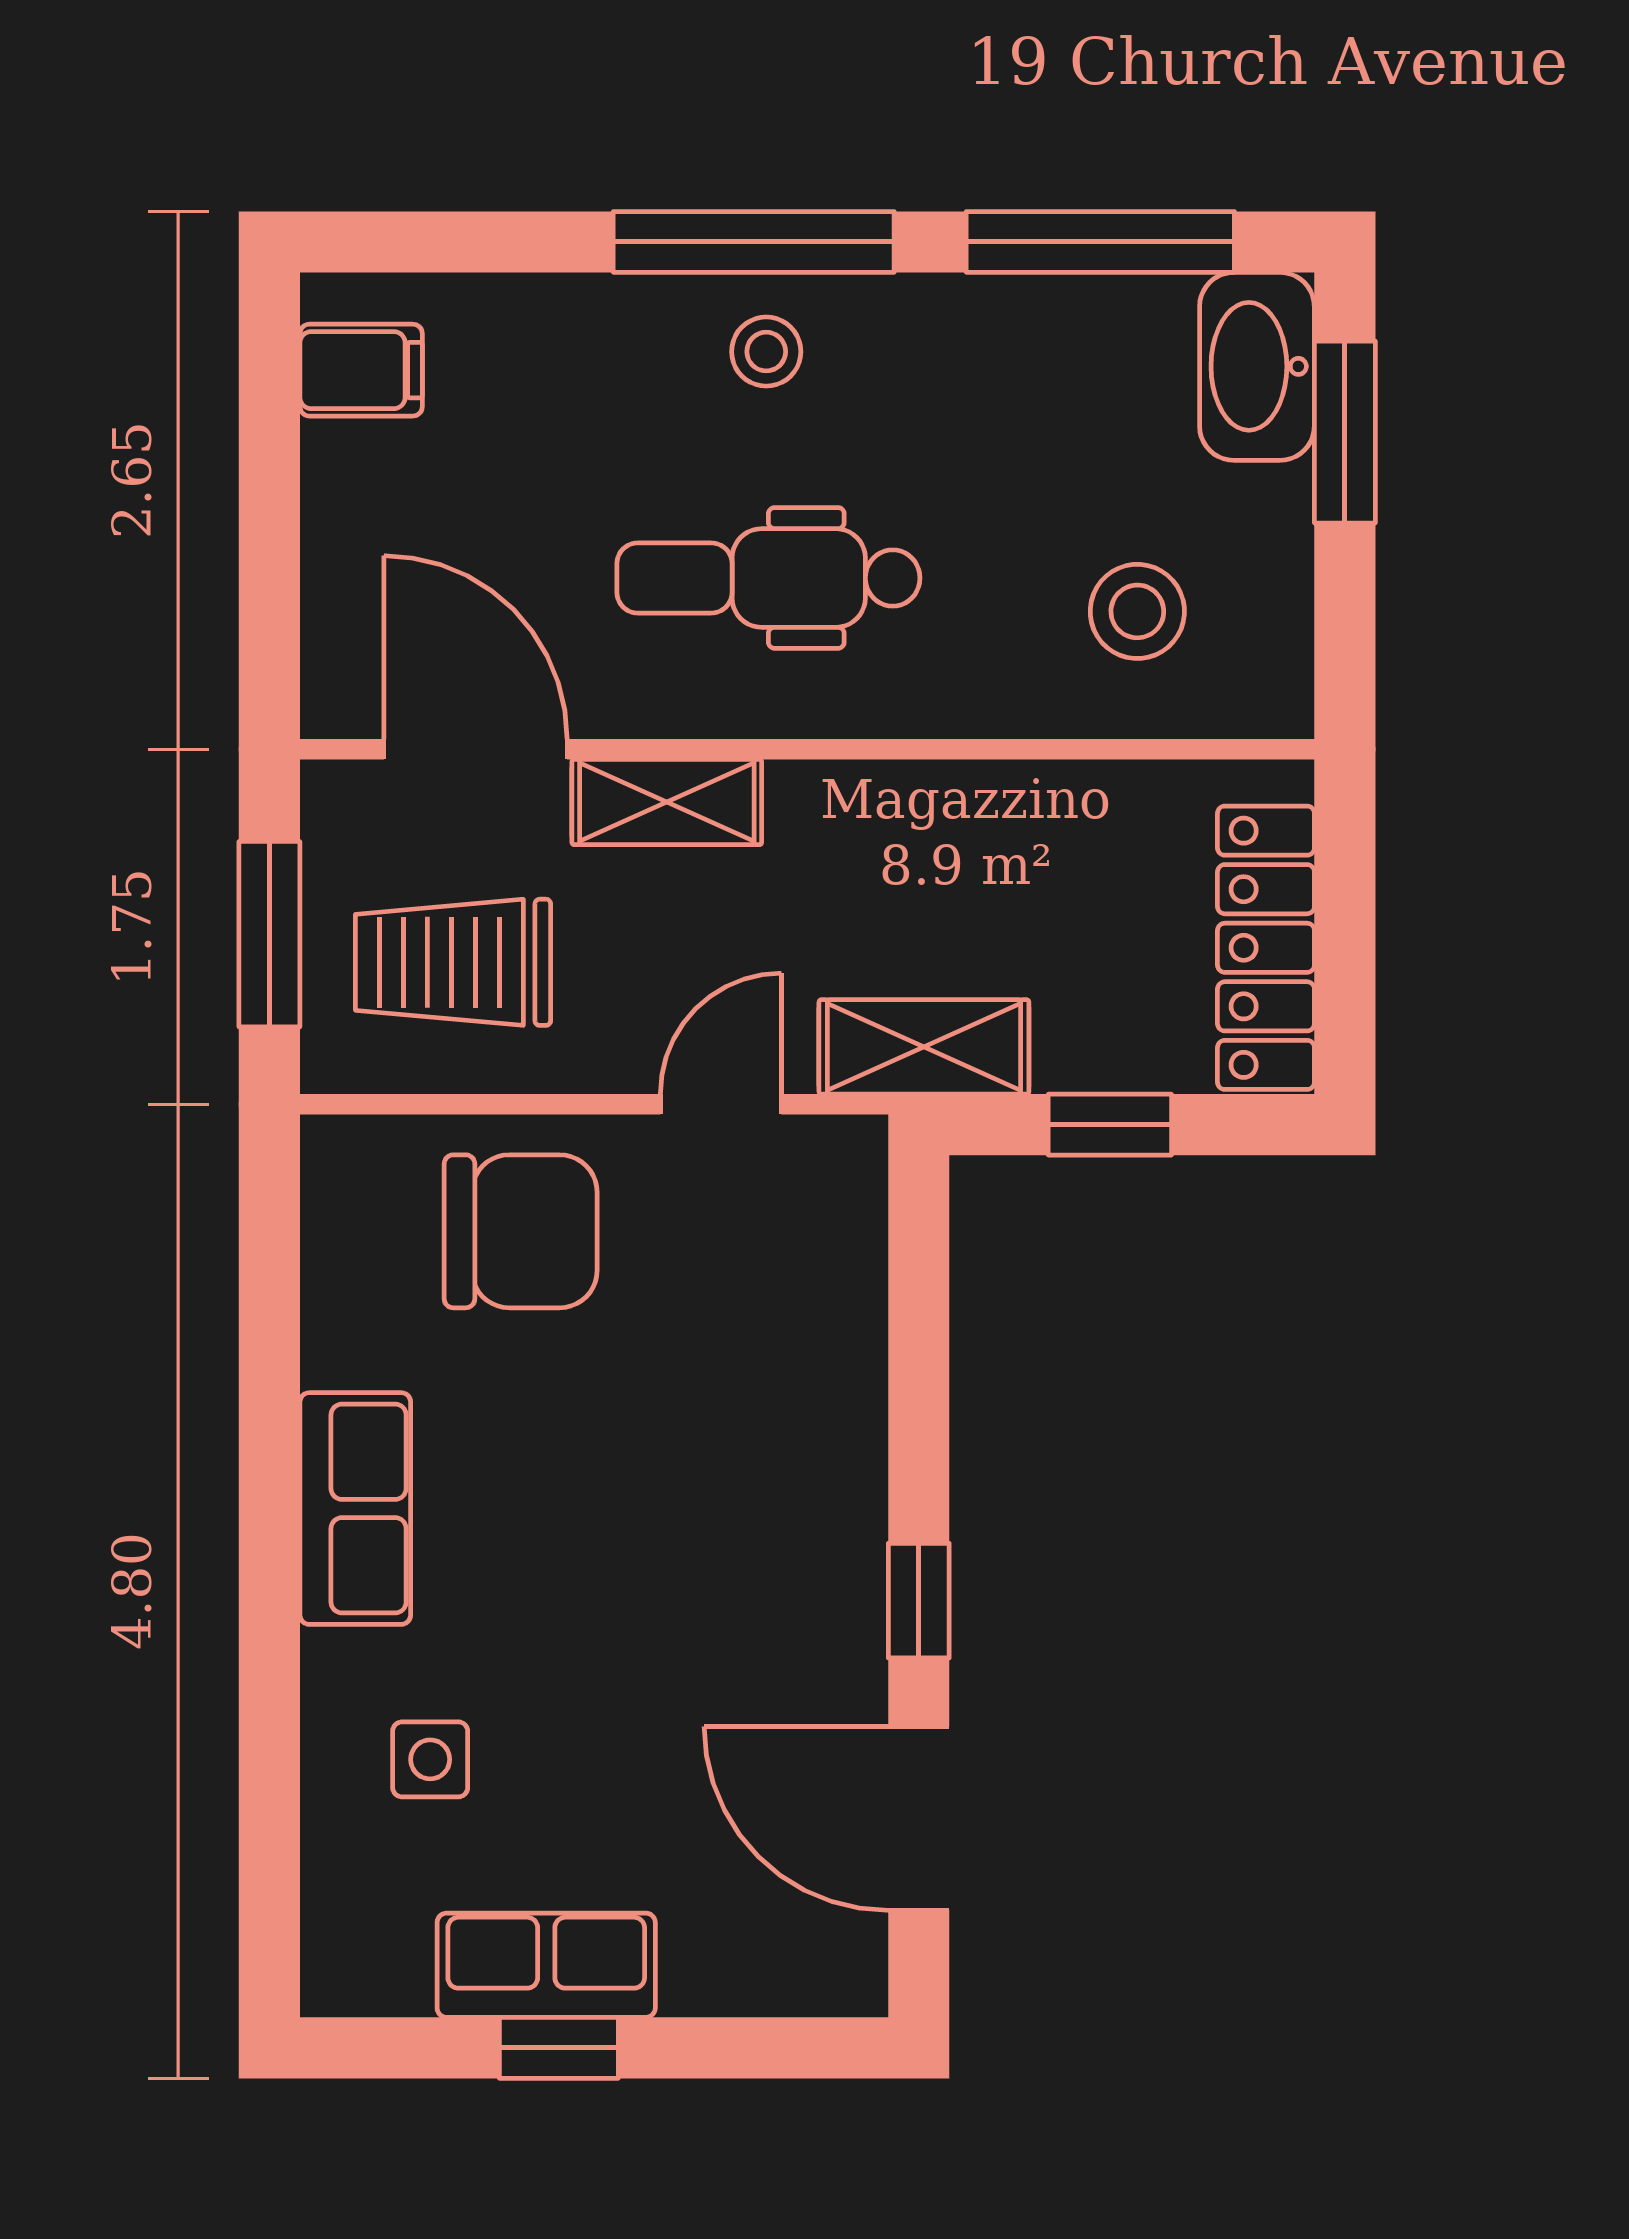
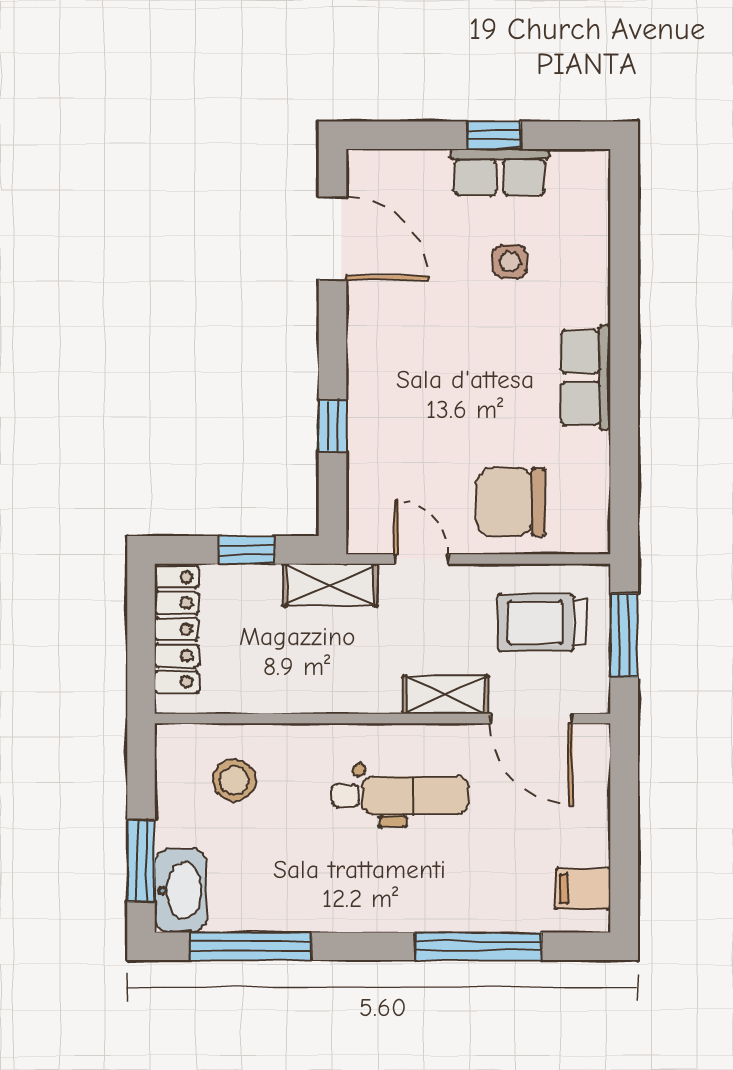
window: (754, 242) -> (478, 946), moved
stool: (766, 352) -> (401, 897), removed
trolley: (453, 962) -> (542, 623), turned 180
door: (721, 1104) -> (421, 559), swing flipped
window: (919, 1601) -> (332, 426), moved
side table: (430, 1759) -> (510, 261), moved

